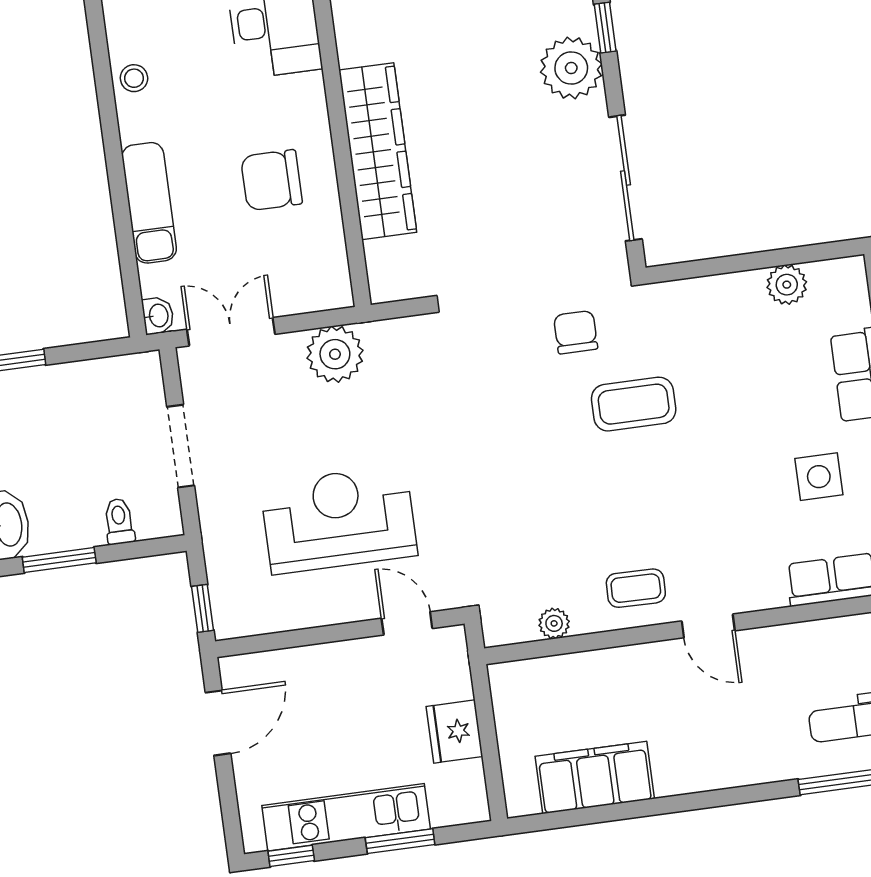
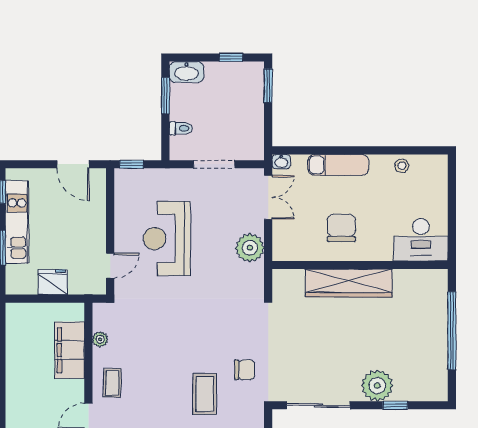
reception desk: (339, 520) -> (167, 239), turned 180
filing cabinet: (595, 778) -> (70, 350), moved, turned 180

